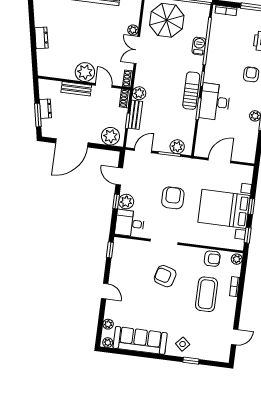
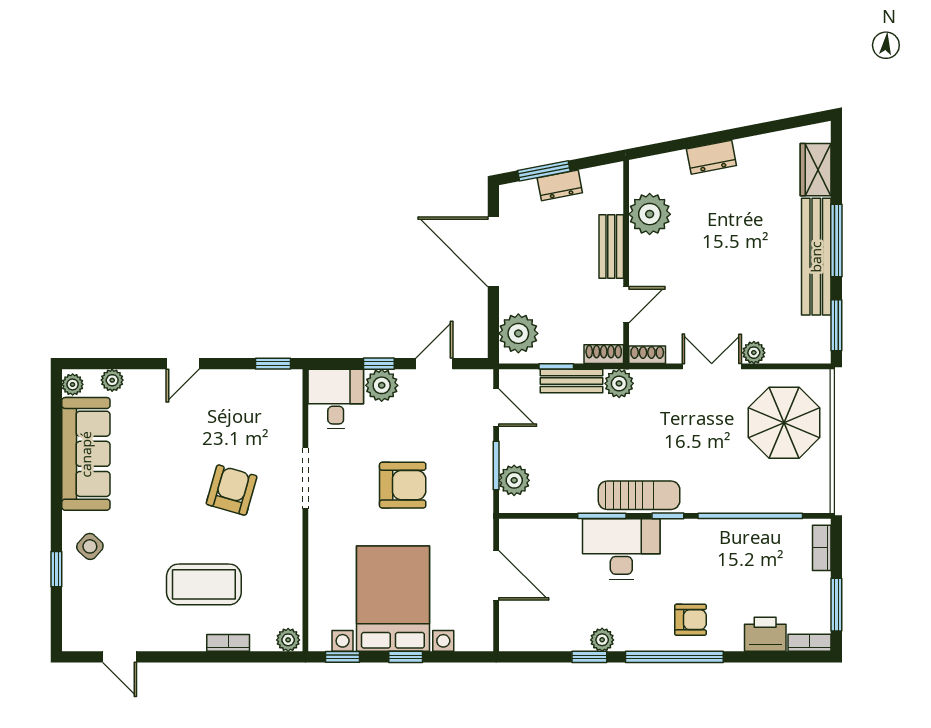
barbecue: (199, 46) -> (737, 500), removed
plant: (85, 72) -> (650, 214), moved
armchair: (212, 259) -> (282, 587), removed

